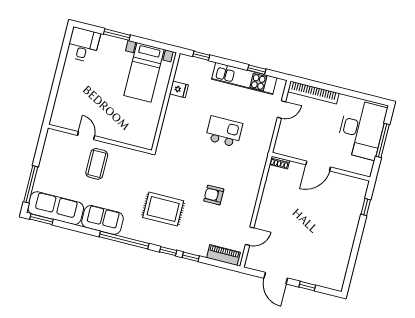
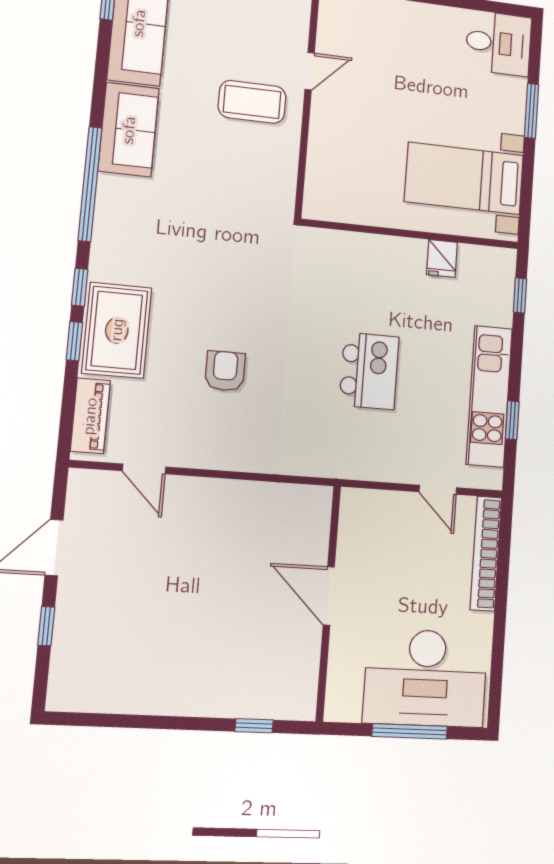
shoe rack: (279, 163) -> (322, 507), removed
rug: (163, 209) -> (117, 330), moved

